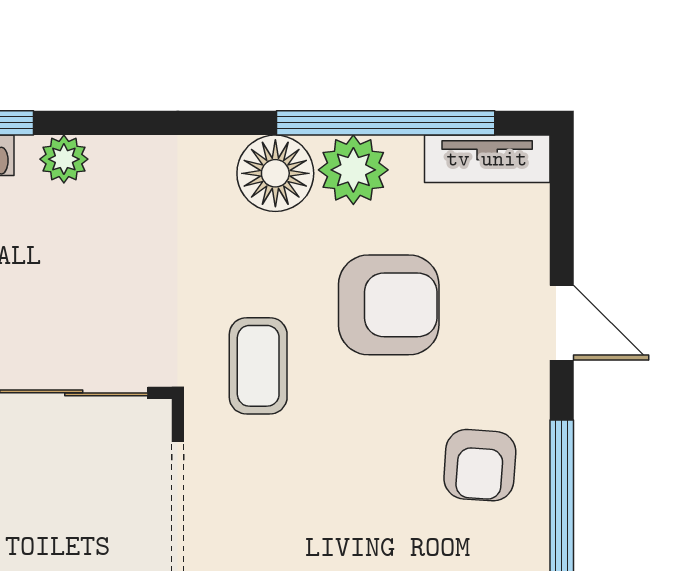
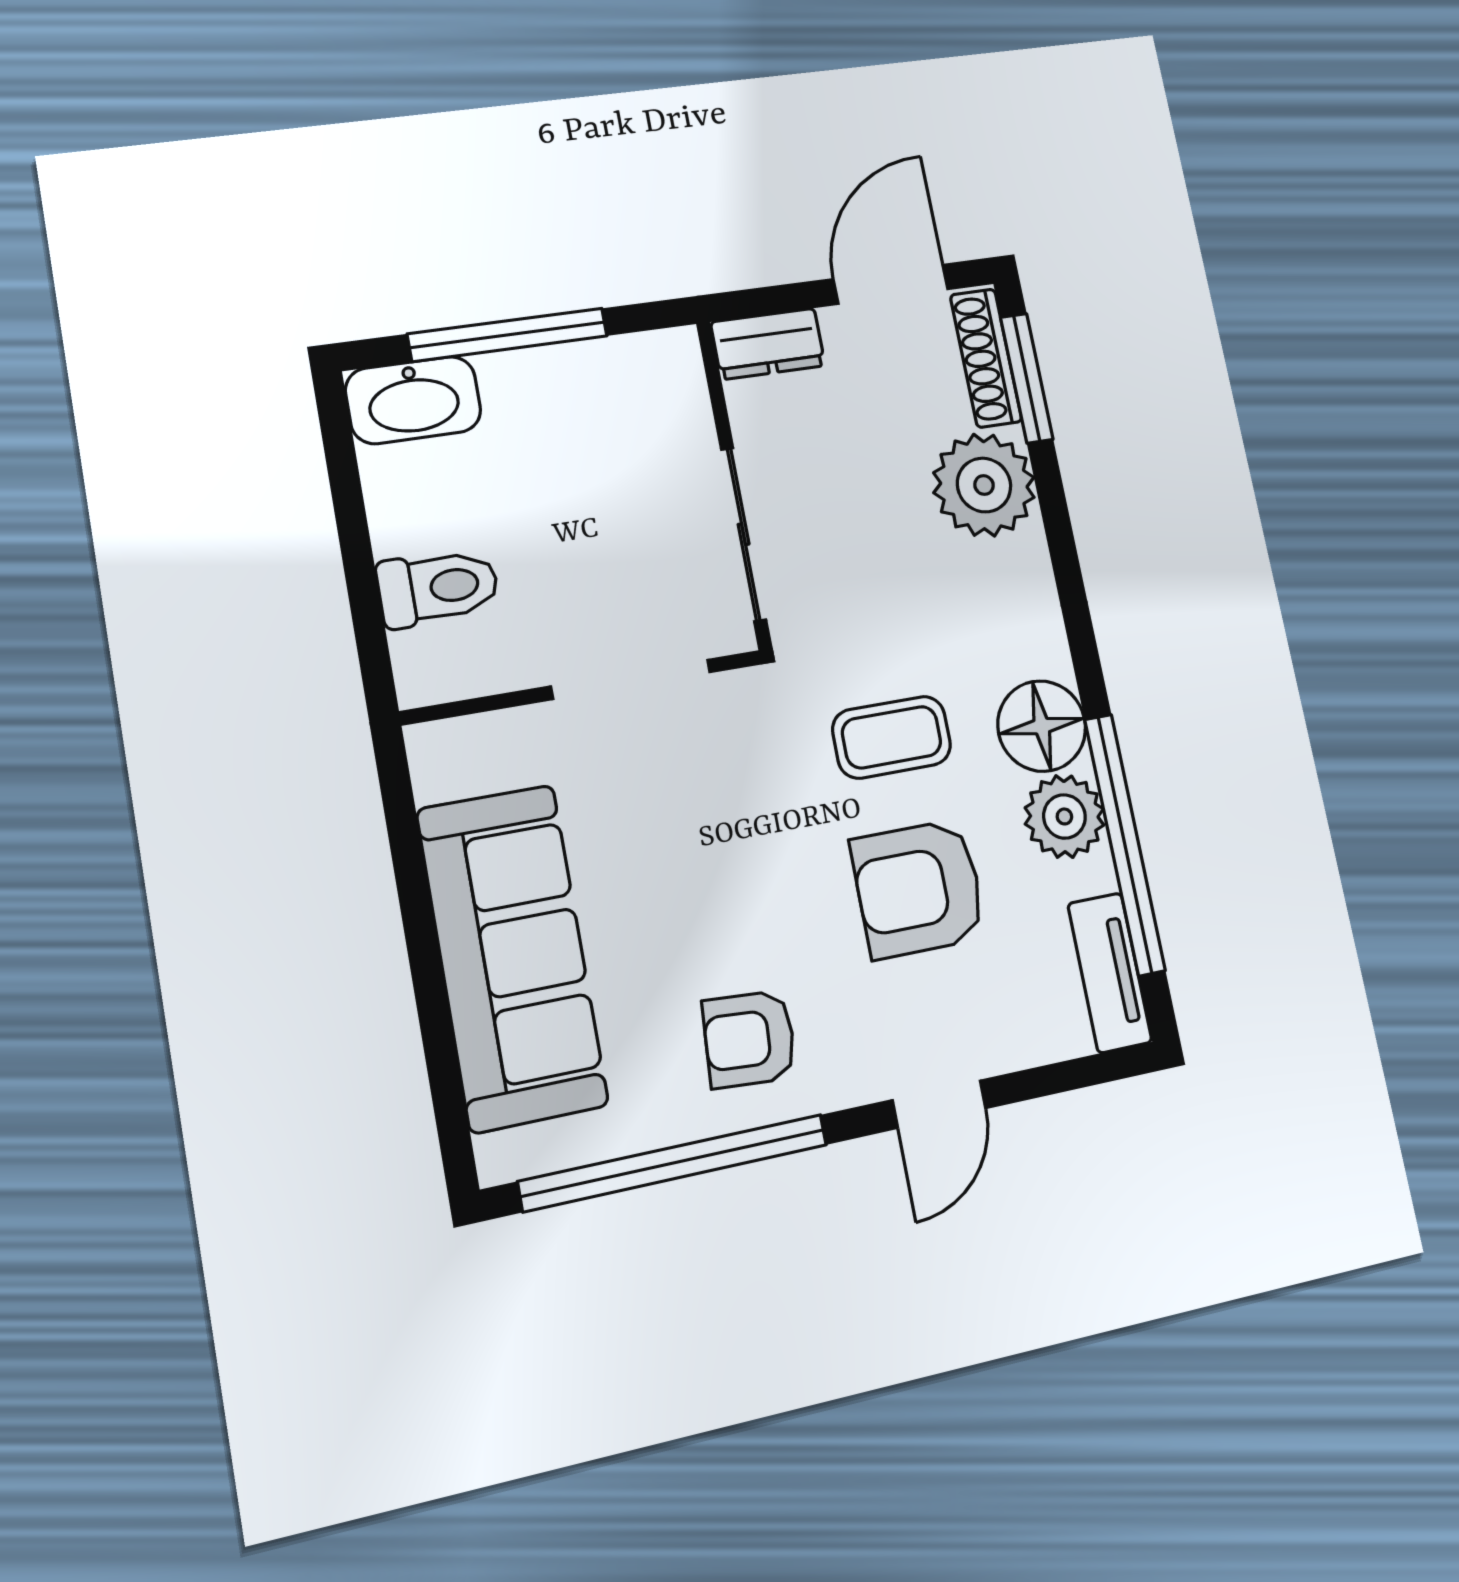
plant: (64, 159) -> (984, 485), width x1.88, depth x1.88
armchair: (389, 305) -> (919, 889), turned 90
coffee table: (258, 366) -> (892, 737), moved

